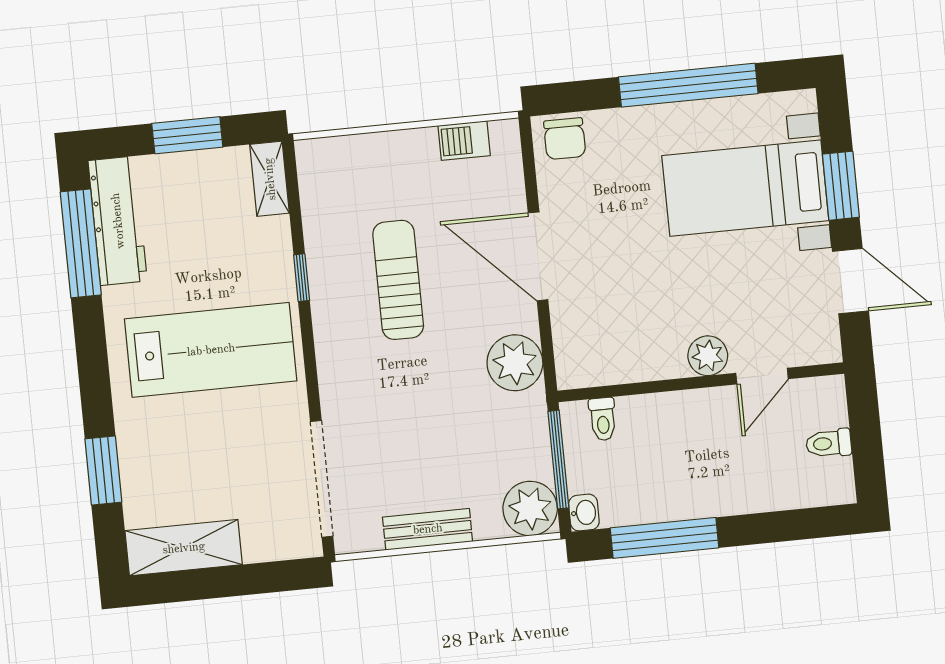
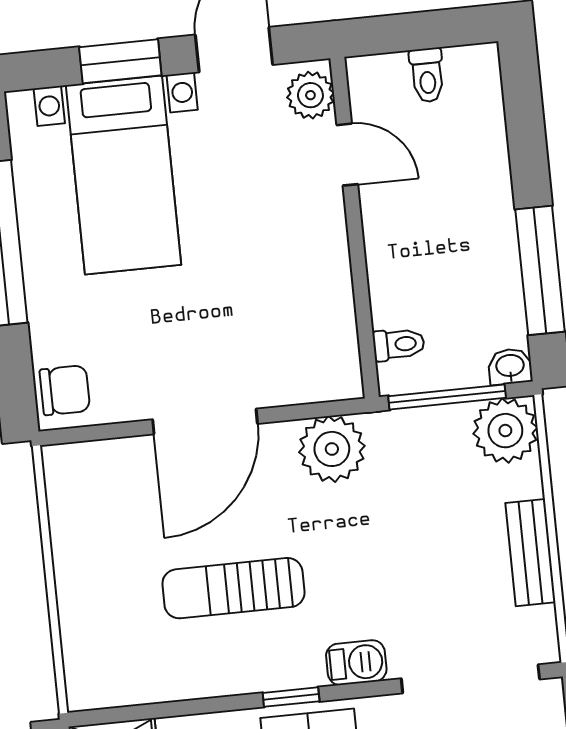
barbecue: (464, 141) -> (356, 663), moved, turned -90
window: (302, 278) -> (291, 697), moved
plant: (708, 356) -> (310, 95), moved

